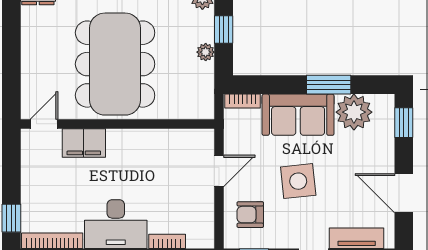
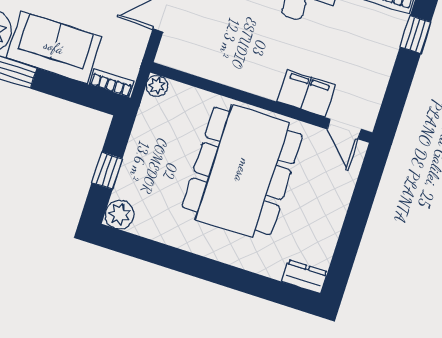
plant: (206, 52) -> (157, 86), moved
door: (44, 124) -> (344, 129), hinge flipped

